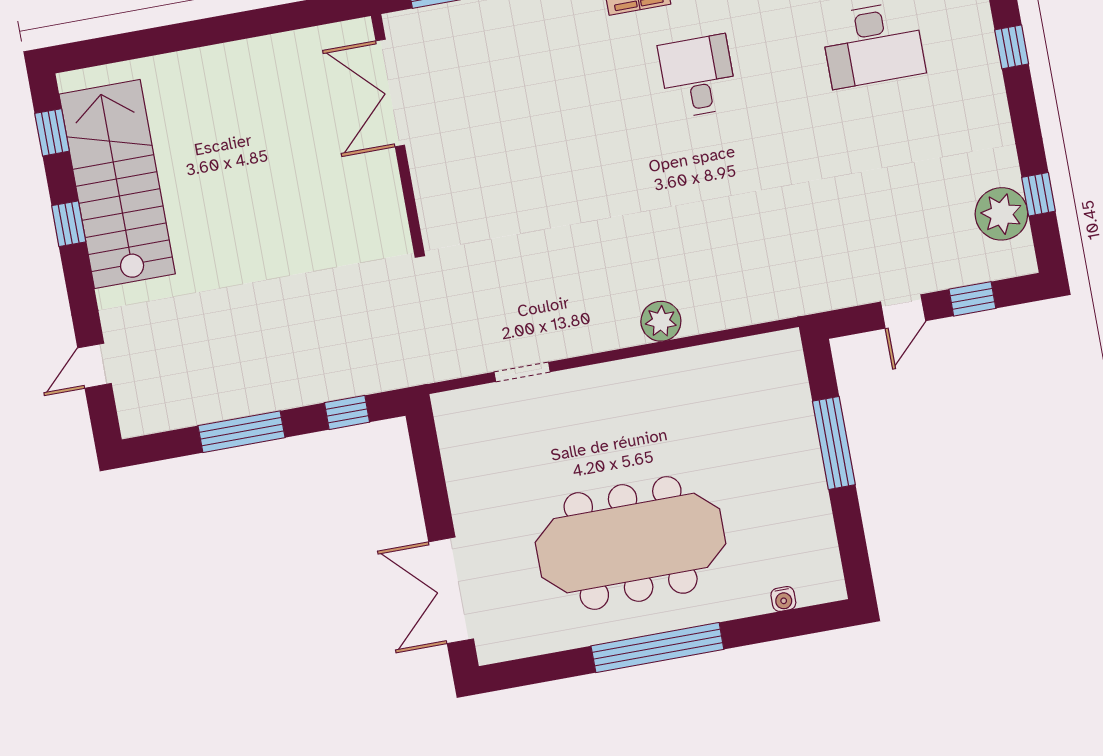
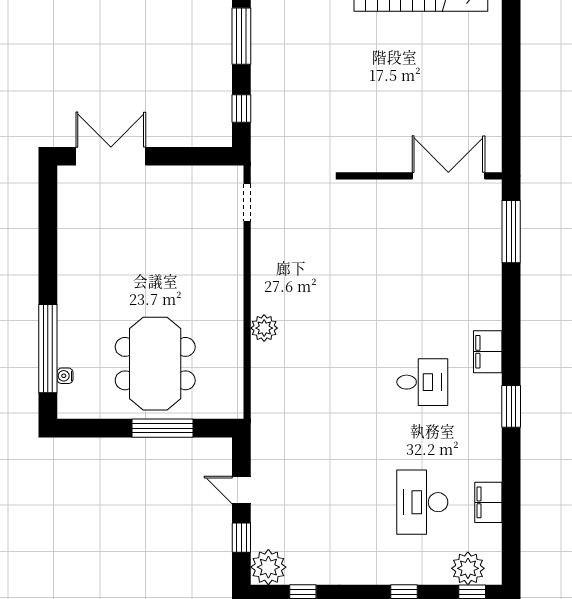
plant: (1001, 214) -> (268, 567), moved
doorway: (522, 372) -> (247, 202), moved
meeting table: (631, 543) -> (155, 364), moved, width x0.73
window: (657, 648) -> (48, 349), moved

